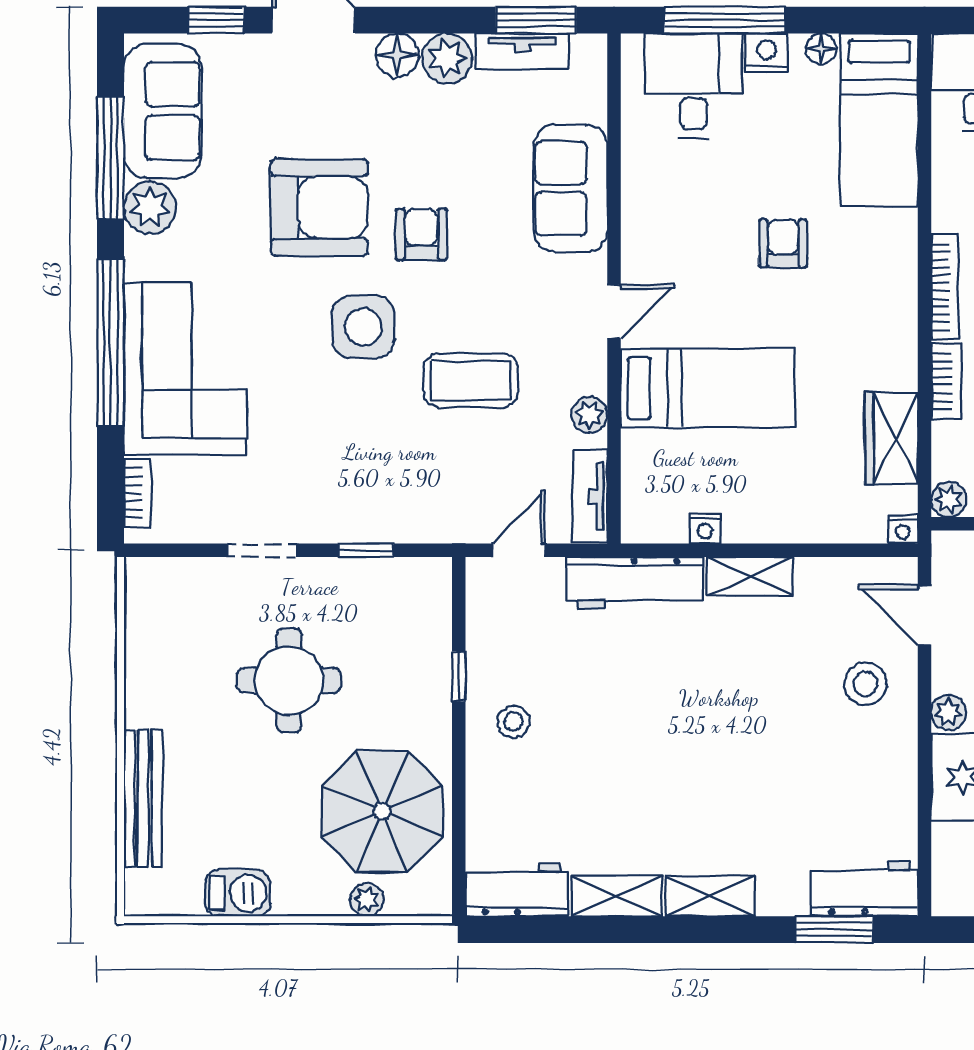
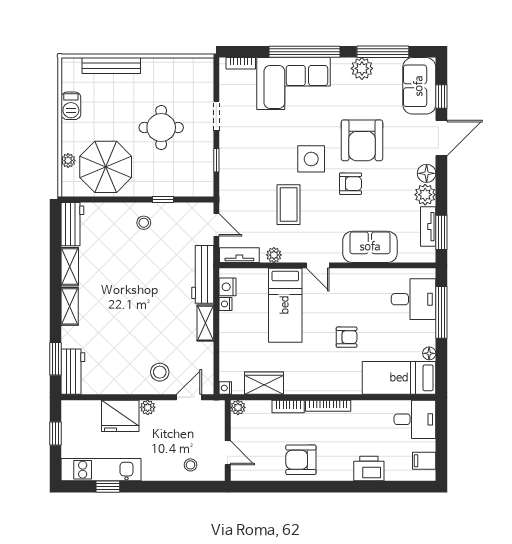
nightstand: (767, 53) -> (227, 287), moved, turned 180
sofa: (163, 111) -> (419, 86), moved, turned 90

